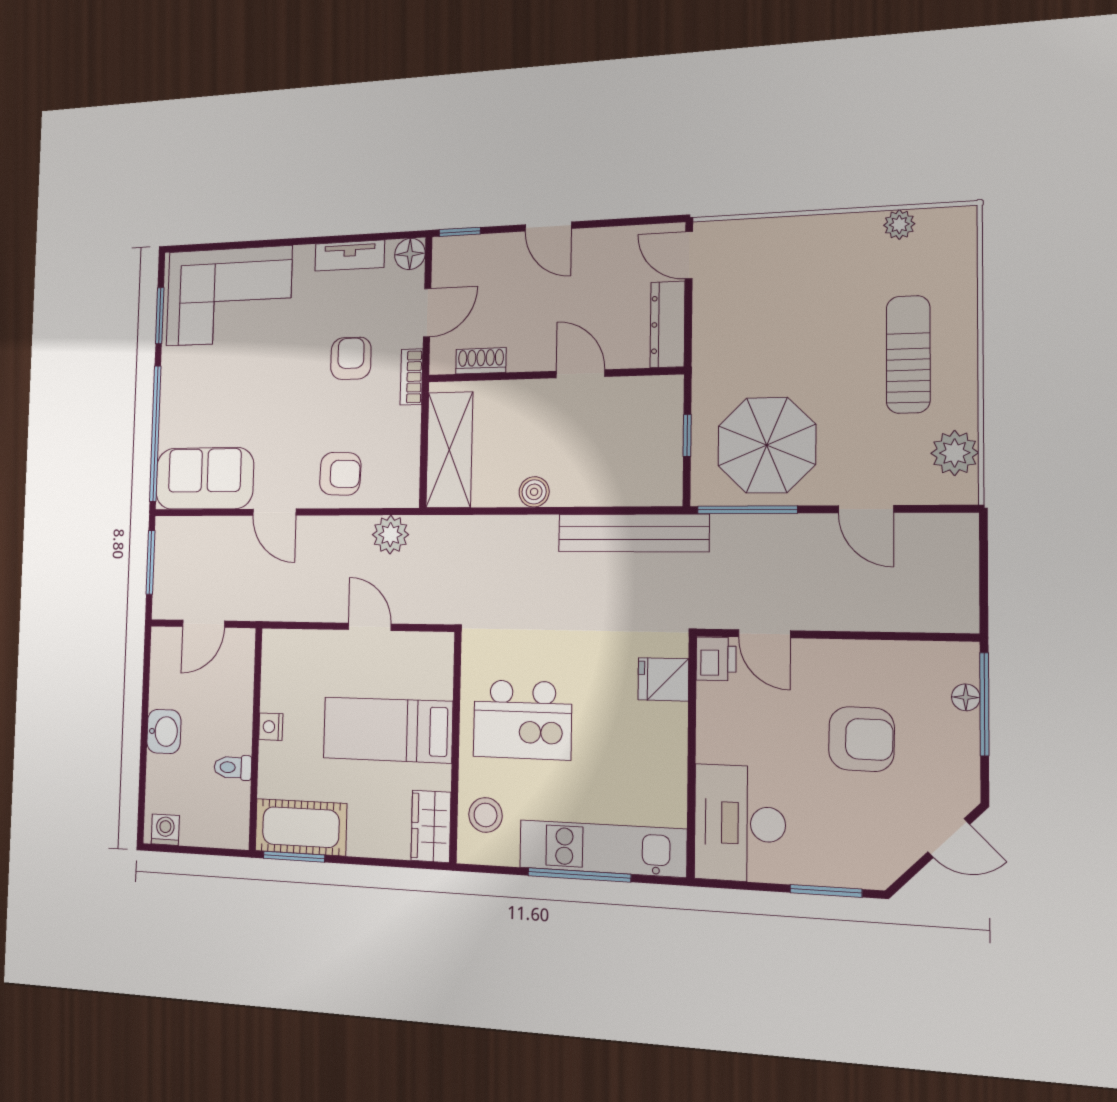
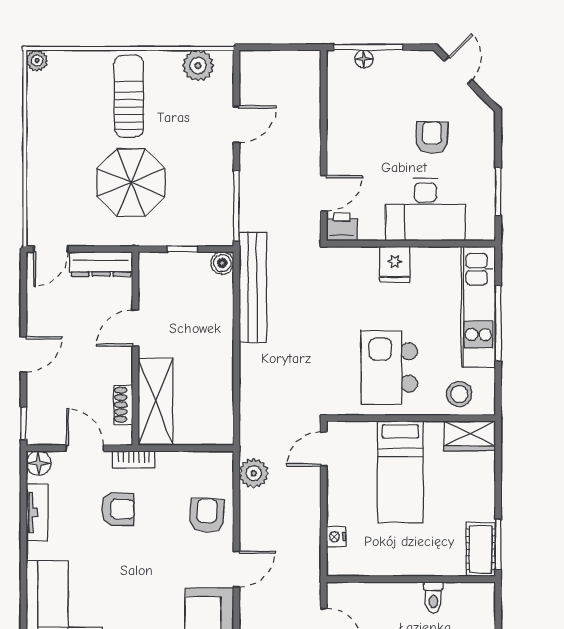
plant: (899, 225) -> (37, 61), moved
sun lounger: (908, 354) -> (129, 96), turned 90
armchair: (351, 358) -> (118, 509), turned 180
parasol: (767, 445) -> (131, 183), moved
shelving: (449, 450) -> (156, 402), moved, turned 90
boiler: (534, 492) -> (222, 263), moved
door: (370, 627) -> (324, 449), moved
fridge: (663, 679) -> (395, 264), moved
kitchen island: (522, 720) -> (389, 367), turned 180
nightstand: (271, 727) -> (336, 537), moved, turned 90
armchair: (861, 739) -> (432, 137), moved, width x0.72, depth x0.72
desk: (740, 823) -> (425, 209), moved
cot: (301, 827) -> (481, 549), width x0.73, depth x0.75
window: (826, 891) -> (498, 192), moved

